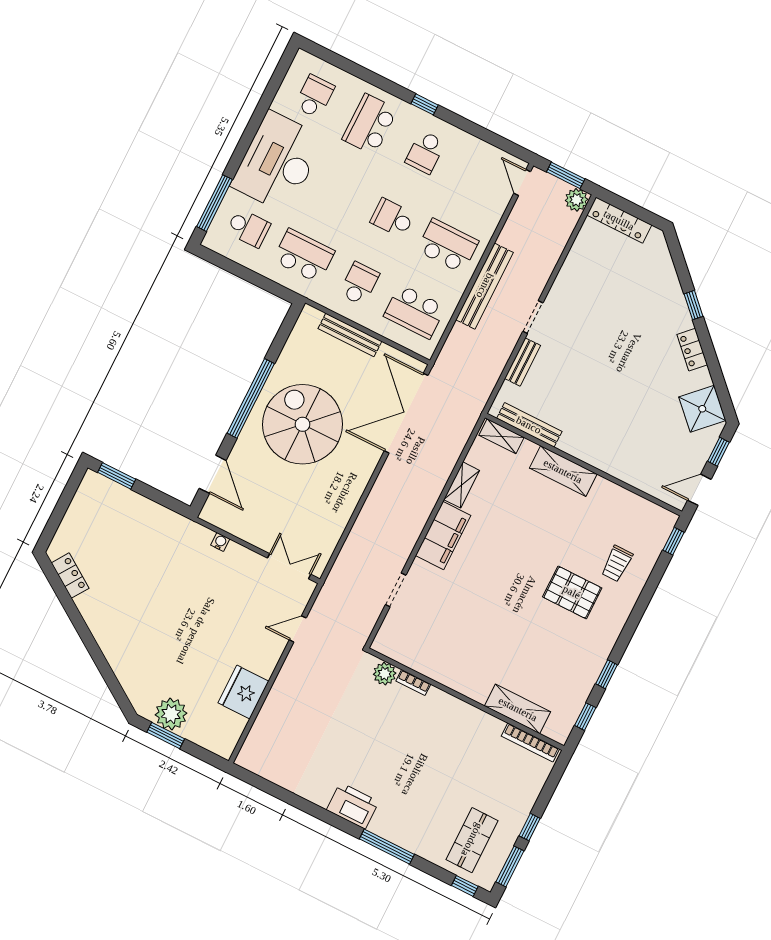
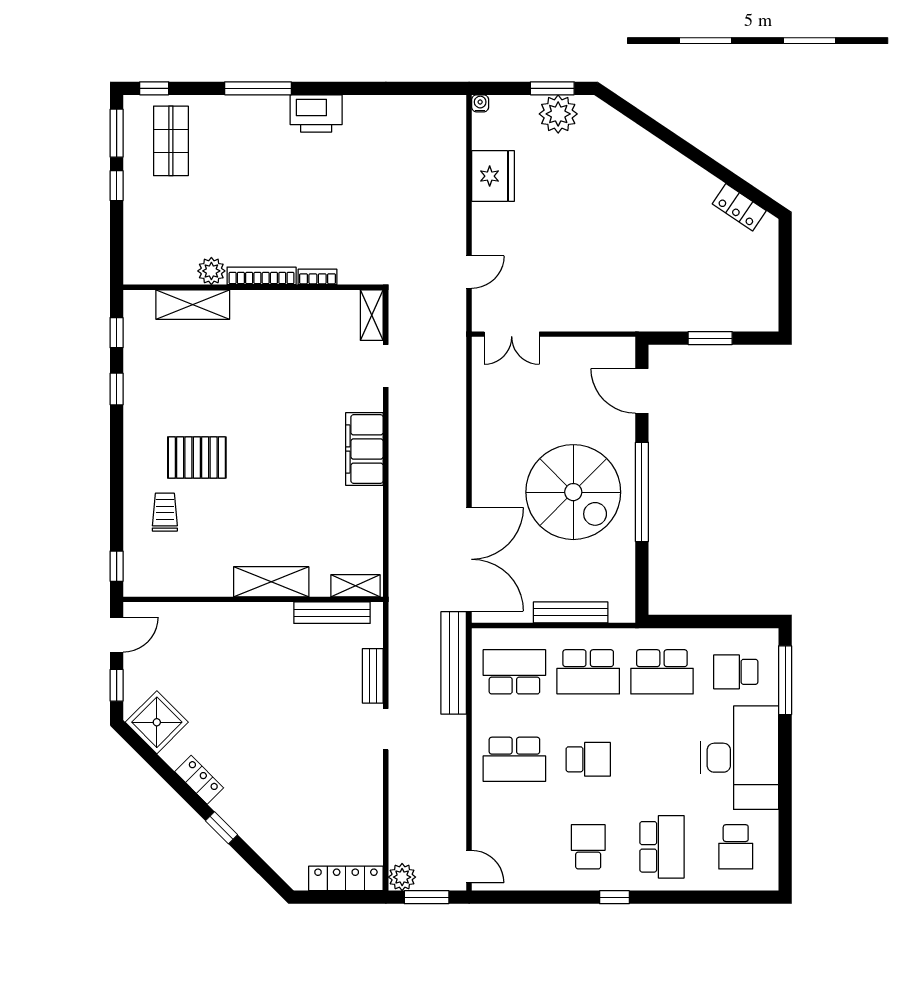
school desk: (359, 284) -> (588, 672), width x1.85
bench: (485, 286) -> (454, 663), moved
window: (117, 476) -> (710, 338), moved
shelving: (462, 485) -> (372, 315), moved
water cooler: (220, 542) -> (480, 103), moved, turned 180
plant: (385, 674) -> (211, 271), moved
bookcase: (530, 742) -> (262, 276), moved

